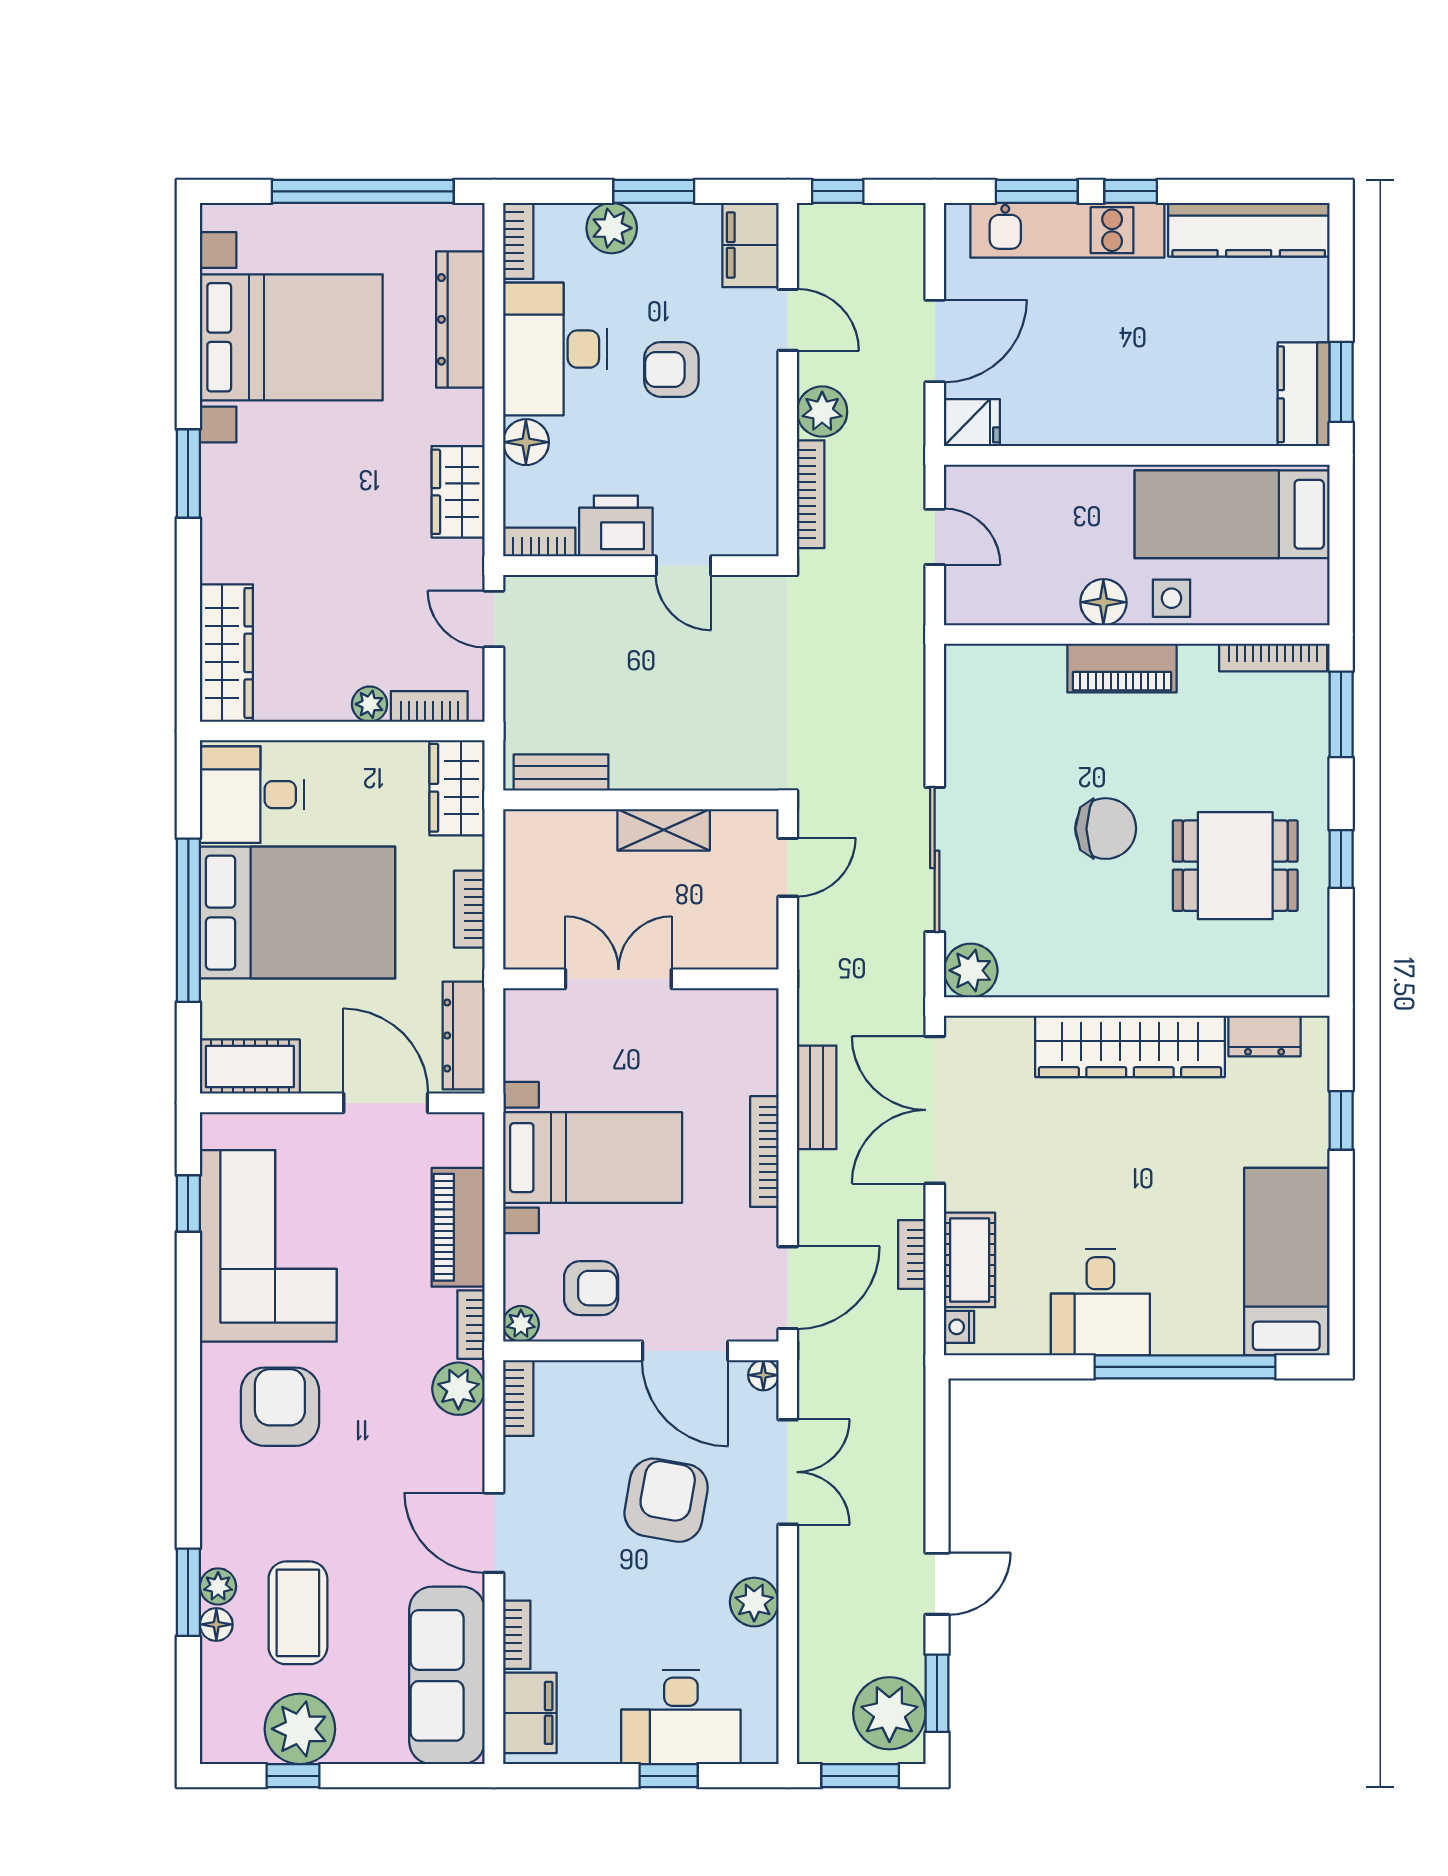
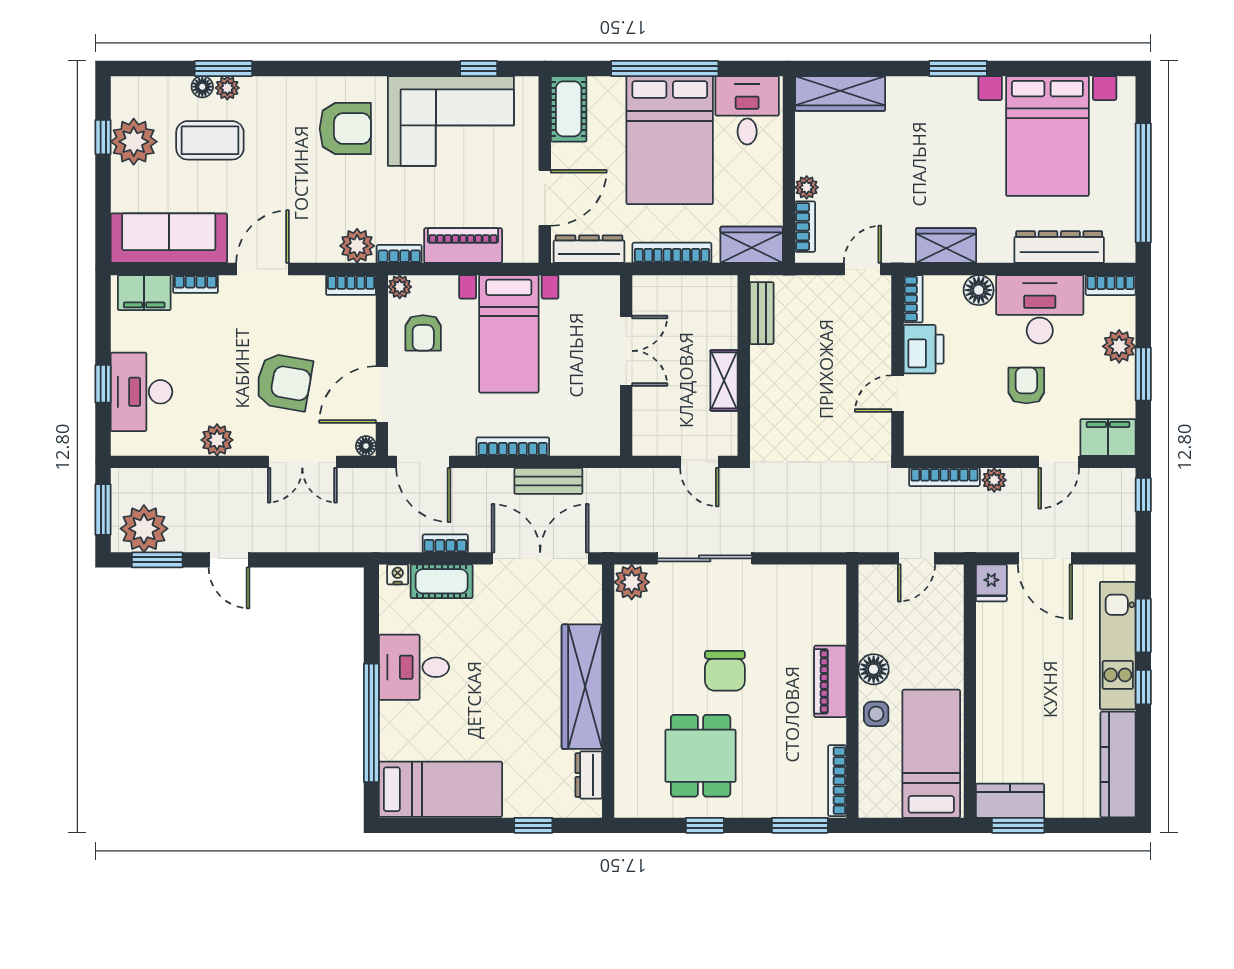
plant: (822, 412) -> (994, 480), width x0.73, depth x0.73
bookcase: (469, 909) -> (672, 253), width x1.56

